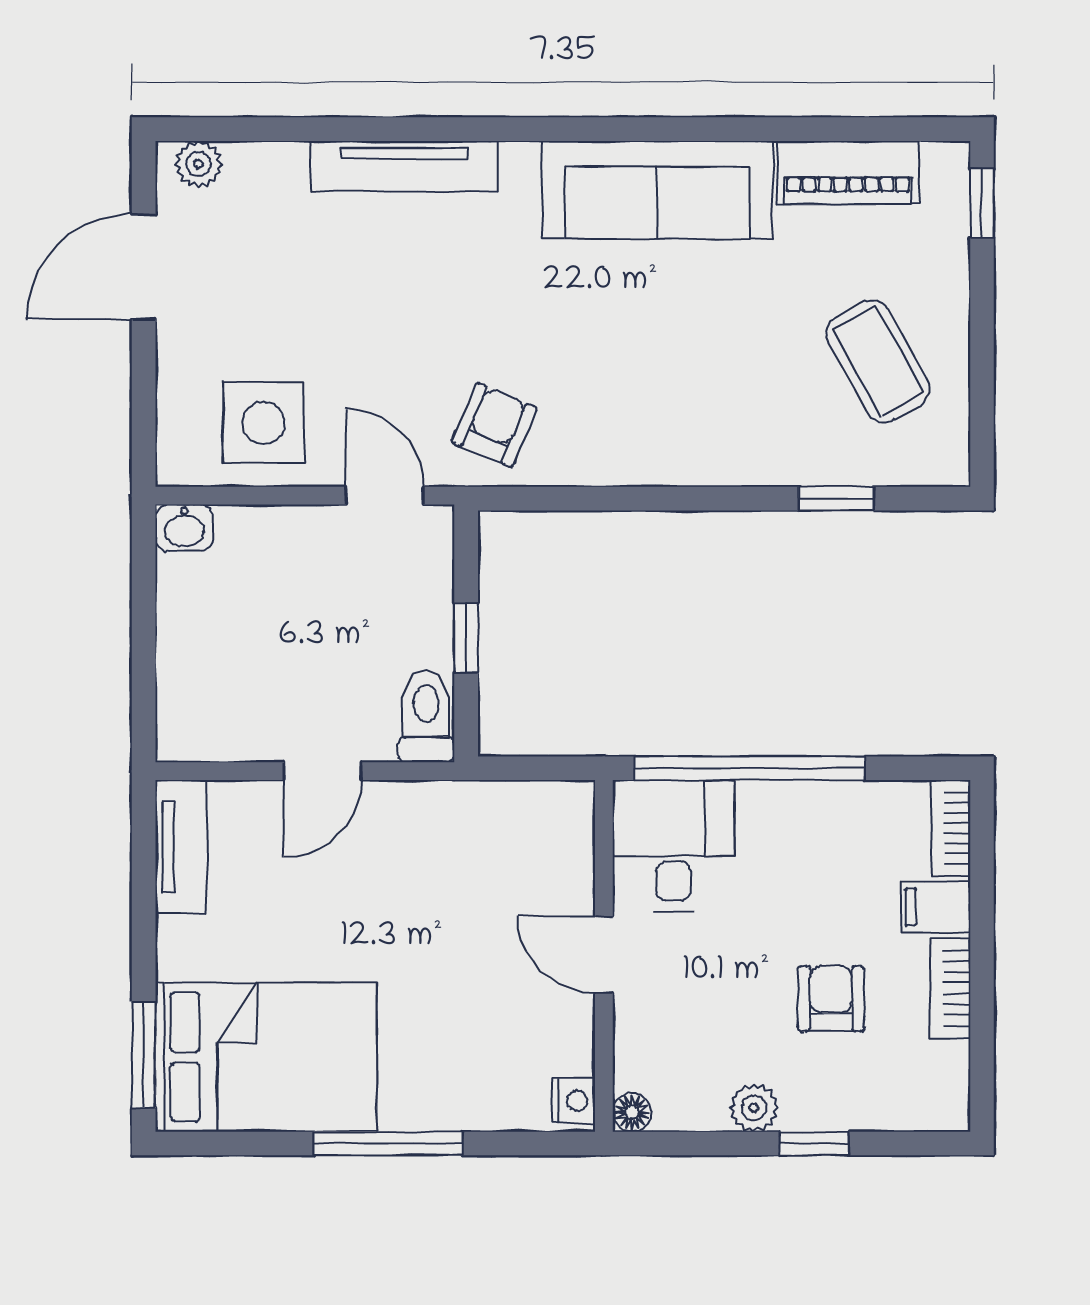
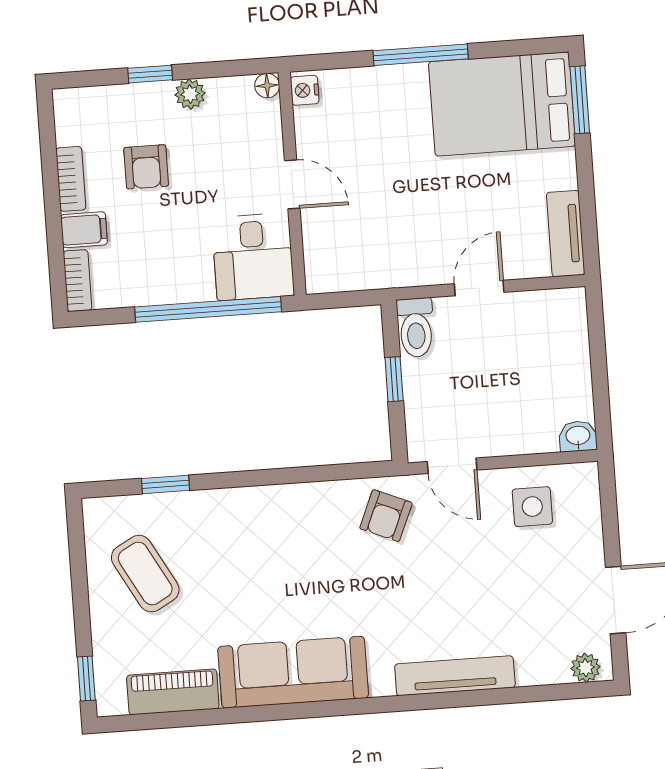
side table: (264, 423) -> (532, 507), width x0.73, depth x0.73

